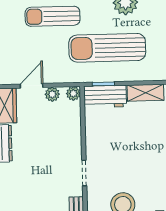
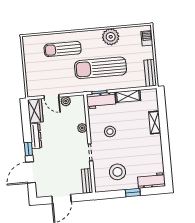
door: (32, 86) -> (52, 96), swing flipped
plant: (73, 93) -> (82, 128), moved
stool: (115, 144) -> (110, 132), added

